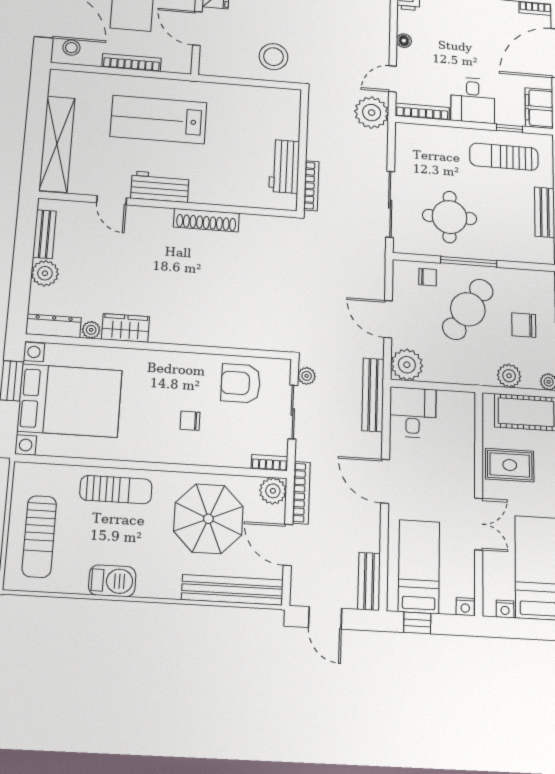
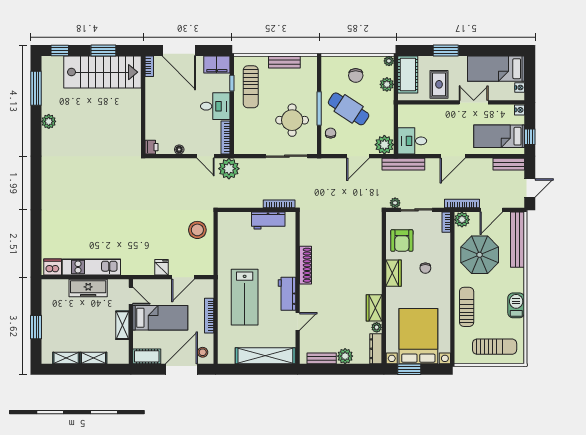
wardrobe: (184, 365) -> (393, 273), added

